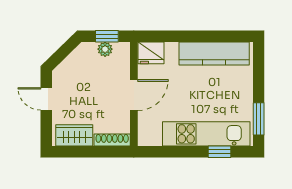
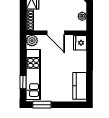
window: (107, 36) -> (90, 17), removed
kitchen counter: (214, 53) -> (80, 86), width x0.67
plant: (147, 136) -> (32, 41), added

